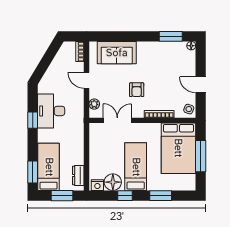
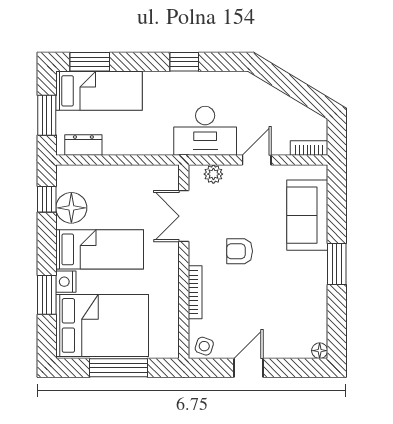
window: (171, 36) -> (337, 264), moved
desk: (51, 111) -> (205, 131), moved, turned 180
double door: (117, 120) -> (184, 216), swing flipped
bed: (178, 148) -> (102, 325), moved, turned 180
nightstand: (97, 185) -> (66, 282), moved
window: (125, 196) -> (47, 199), moved

